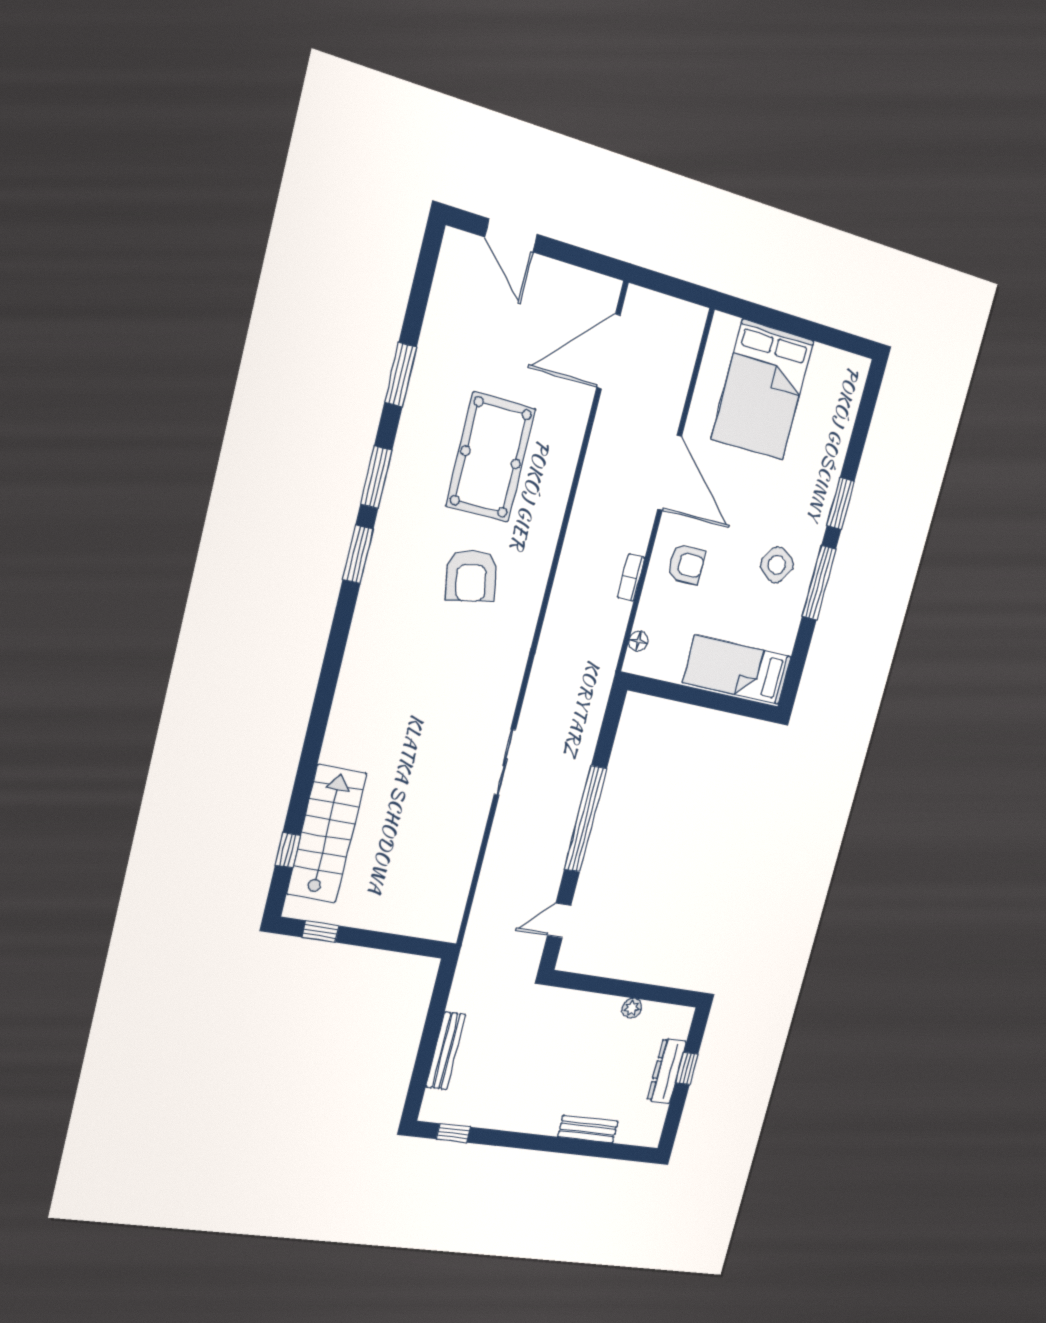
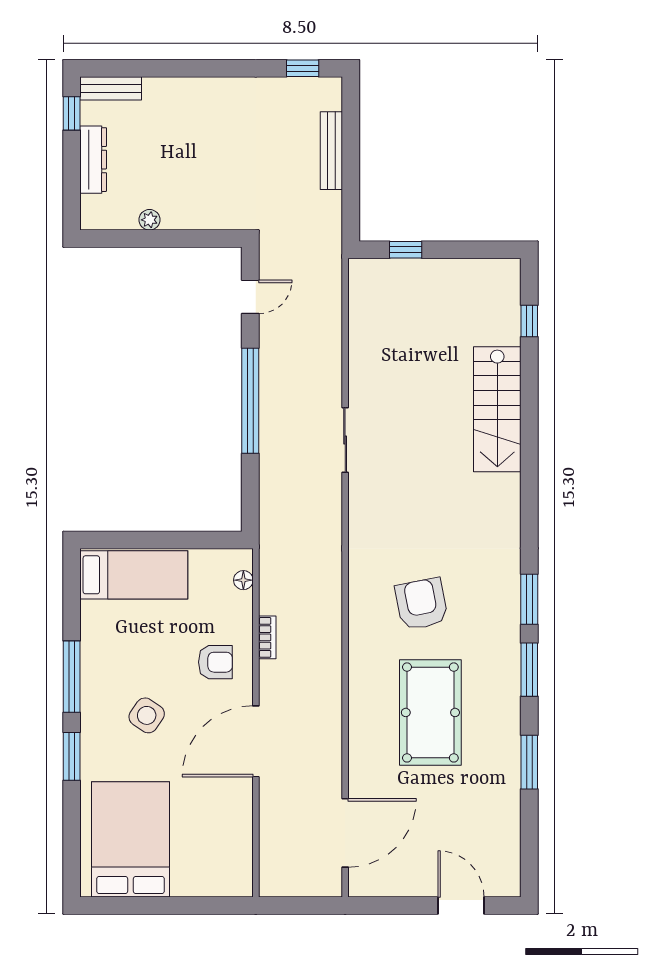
bed: (763, 390) -> (131, 839), moved
door: (670, 473) -> (256, 741), hinge flipped
armchair: (686, 564) -> (215, 662), turned 180
side table: (777, 565) -> (147, 715), moved
stairs: (327, 834) -> (497, 409), moved
window: (321, 931) -> (406, 250), moved
window: (687, 1069) -> (72, 113), moved
bench: (588, 1129) -> (111, 88), moved

